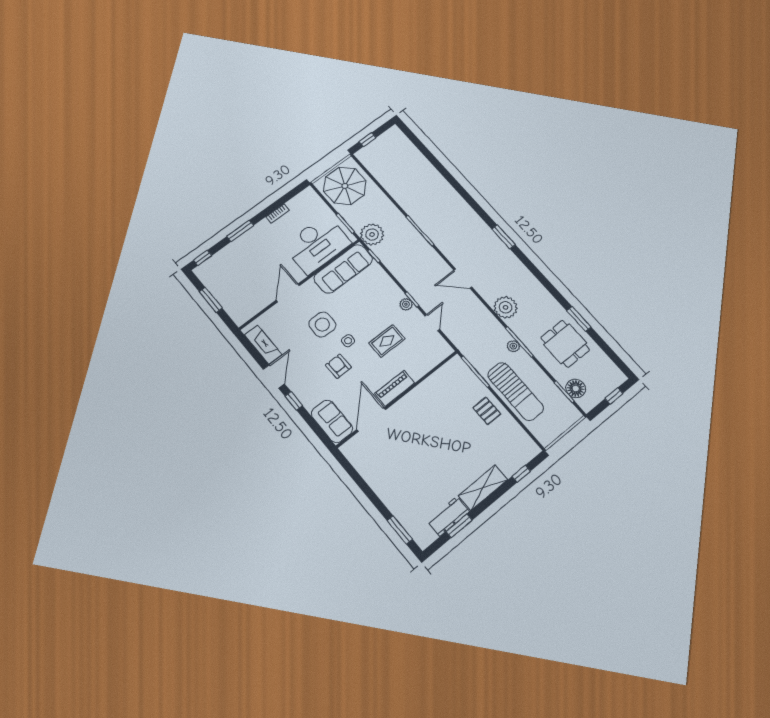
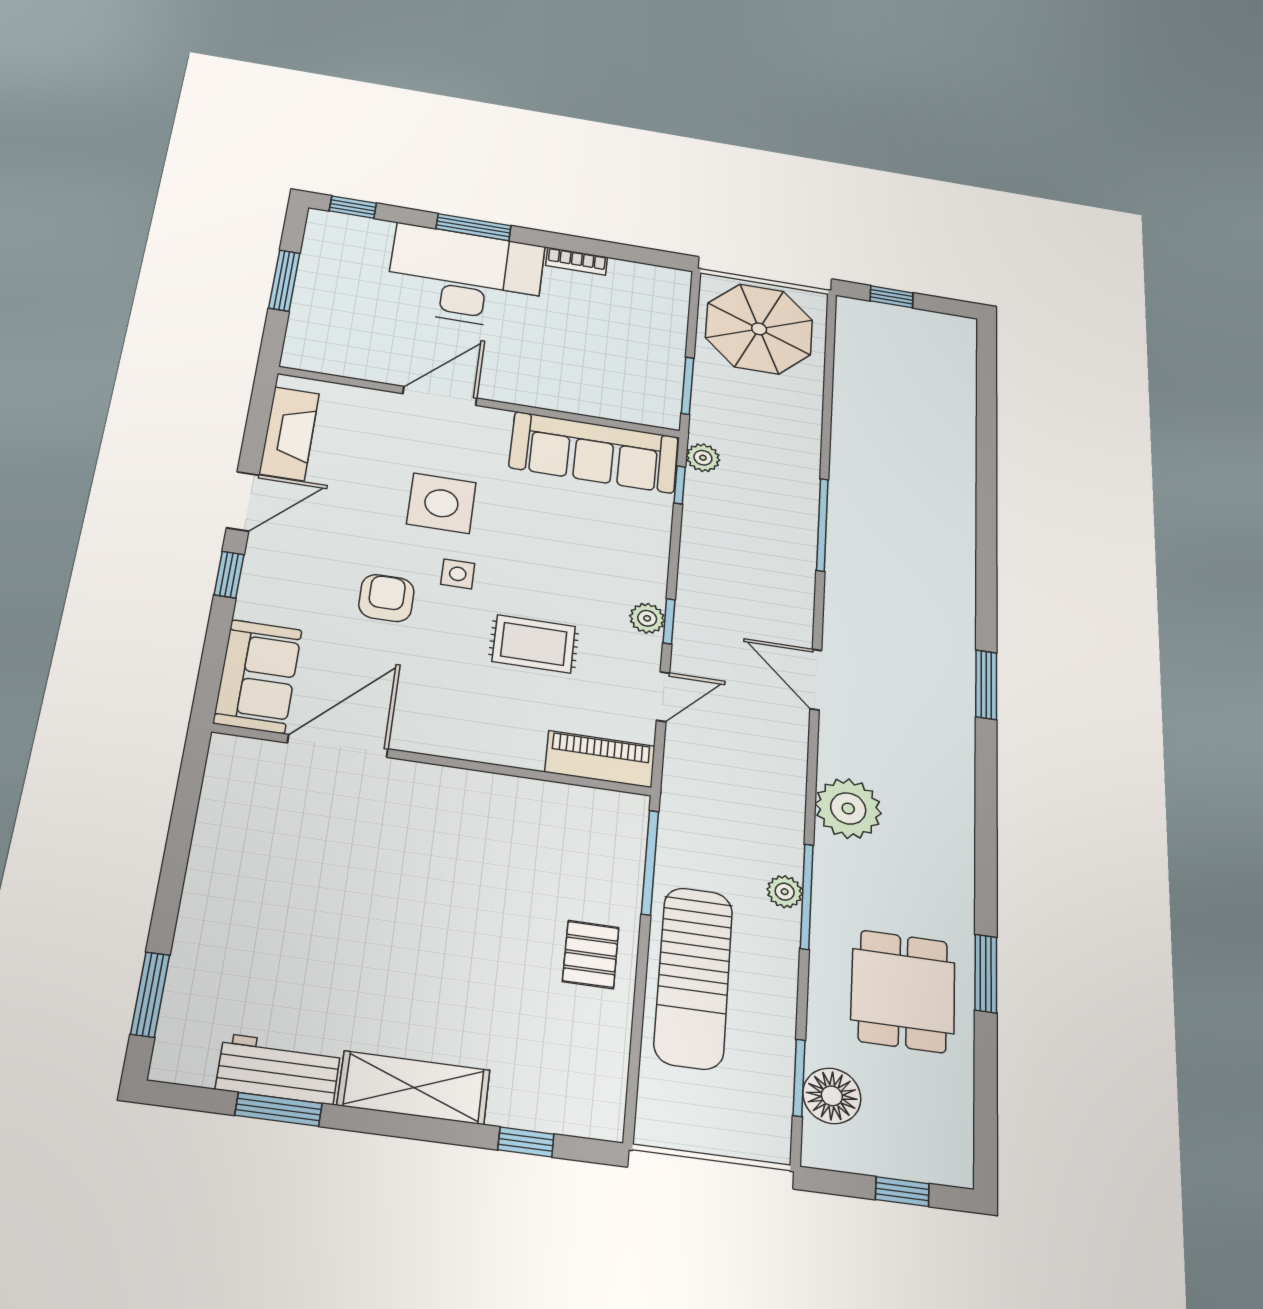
plant: (372, 234) -> (703, 458), width x0.53, depth x0.53
desk: (317, 244) -> (465, 277), moved, turned 180
piano: (395, 388) -> (600, 759), moved

